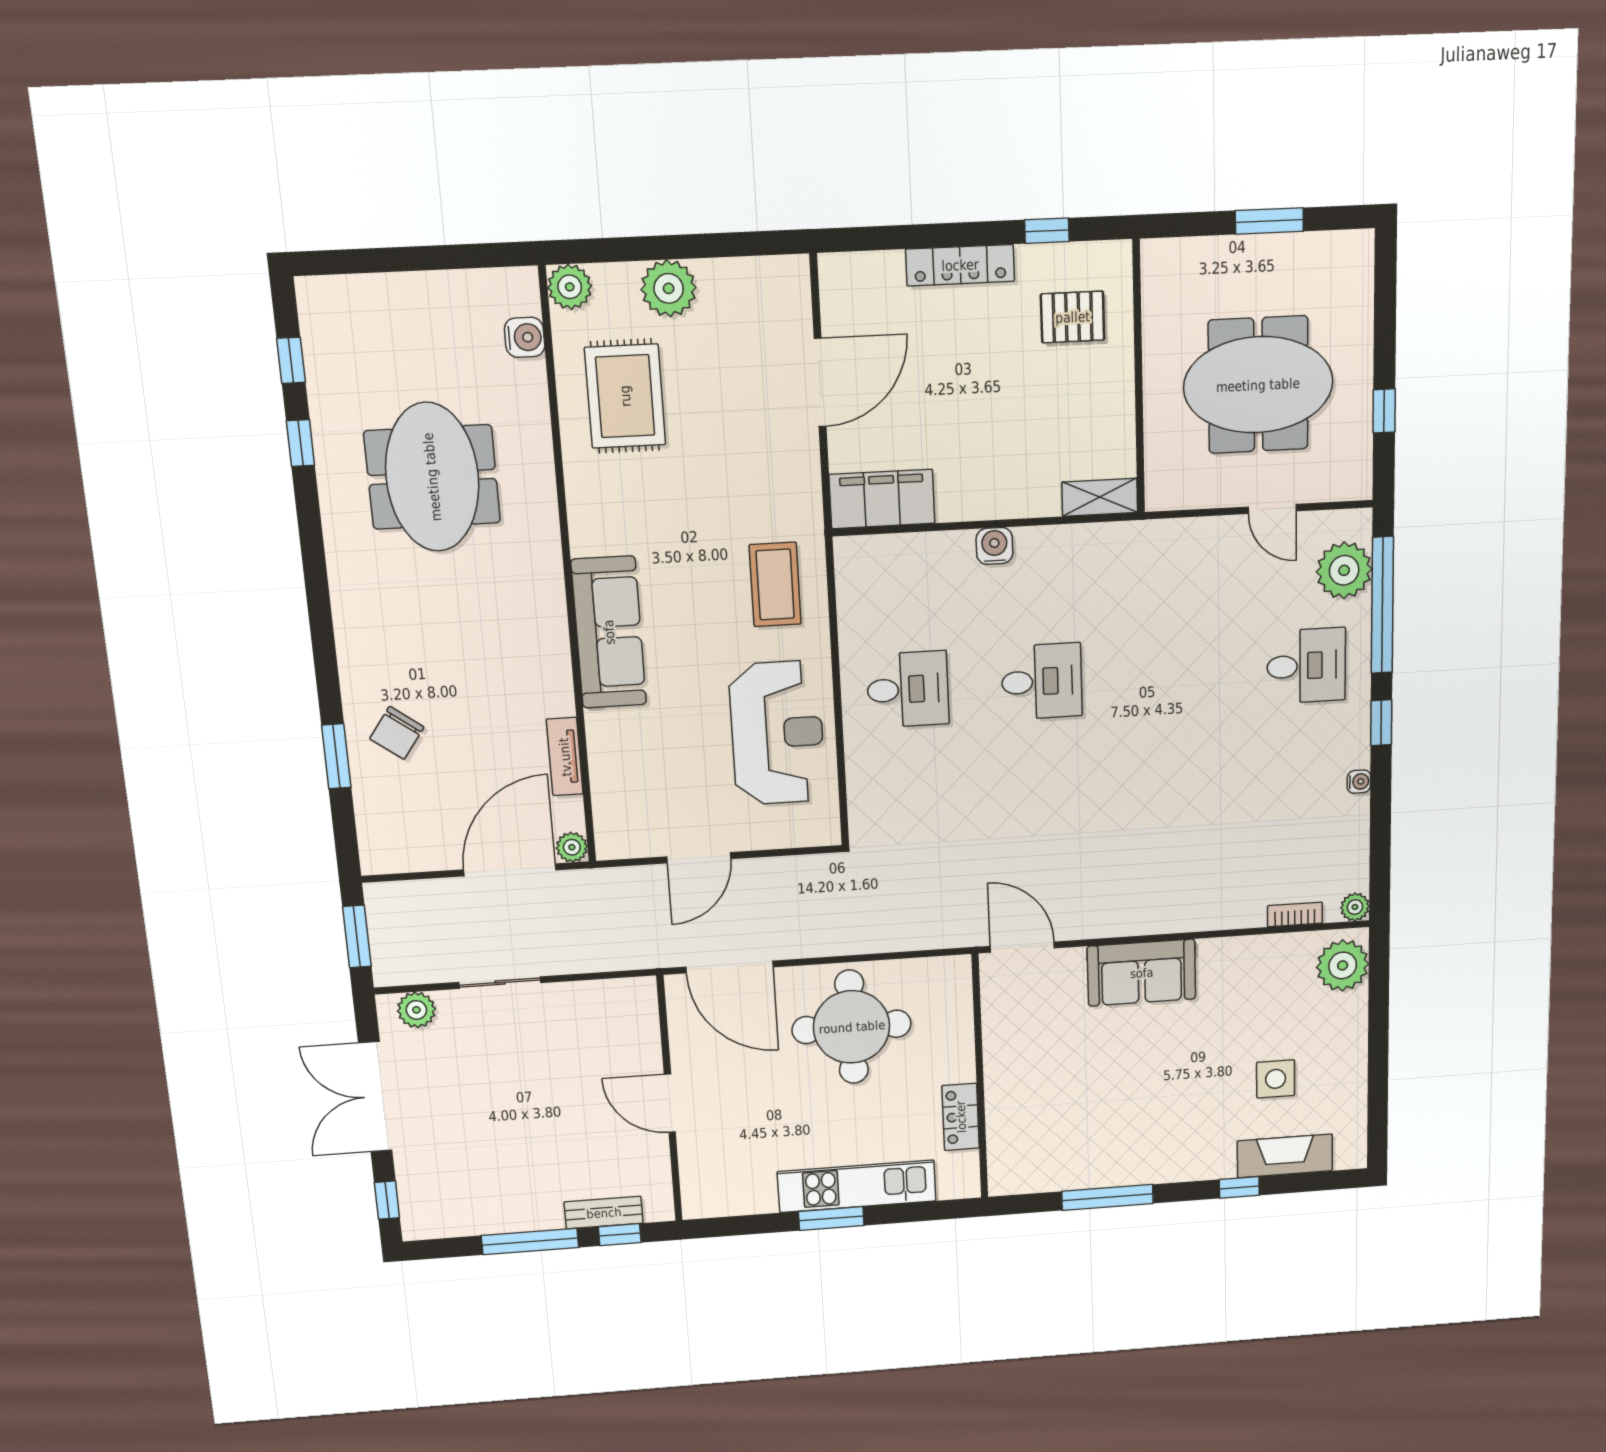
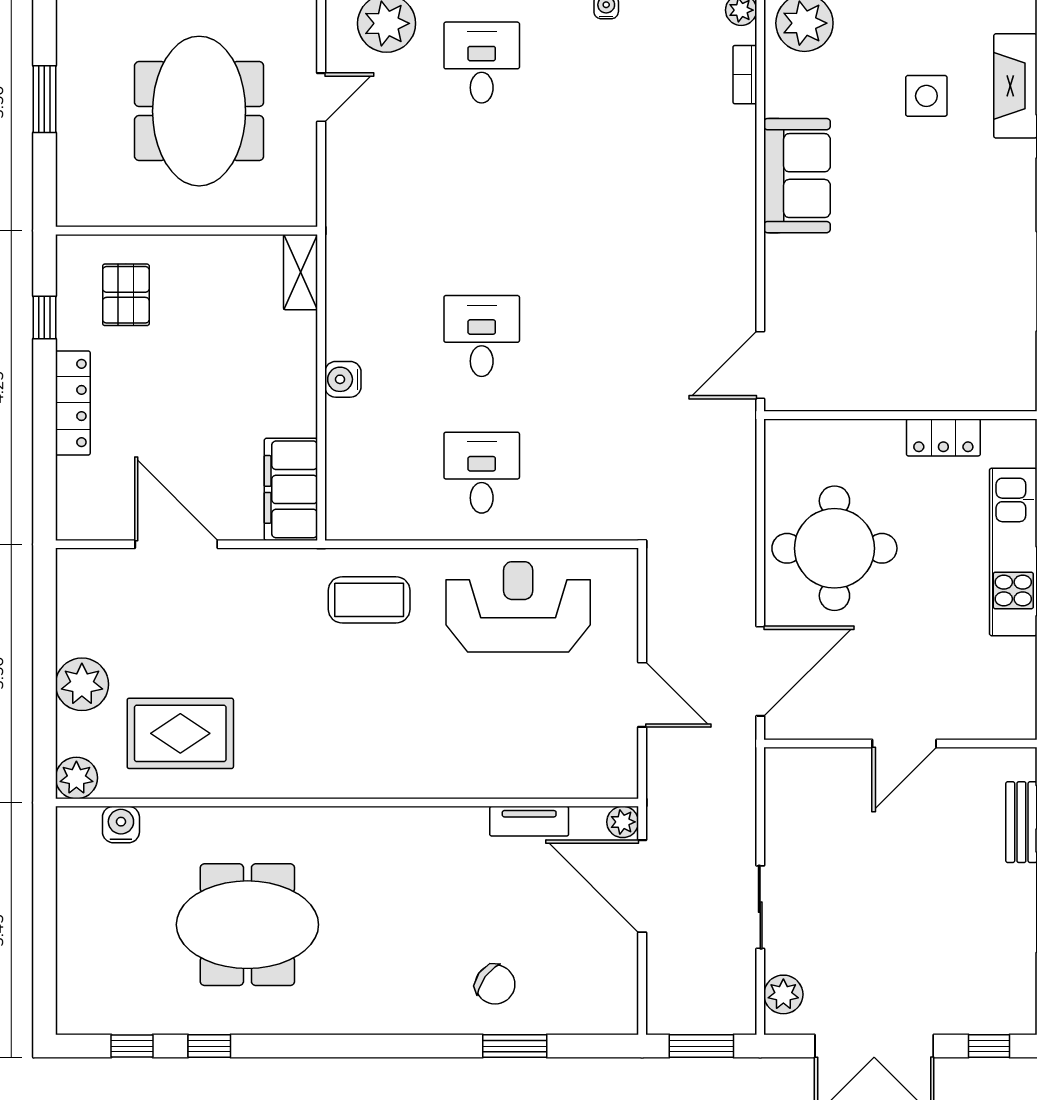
sofa: (609, 632) -> (407, 767), removed
sofa: (1142, 973) -> (797, 176), moved

